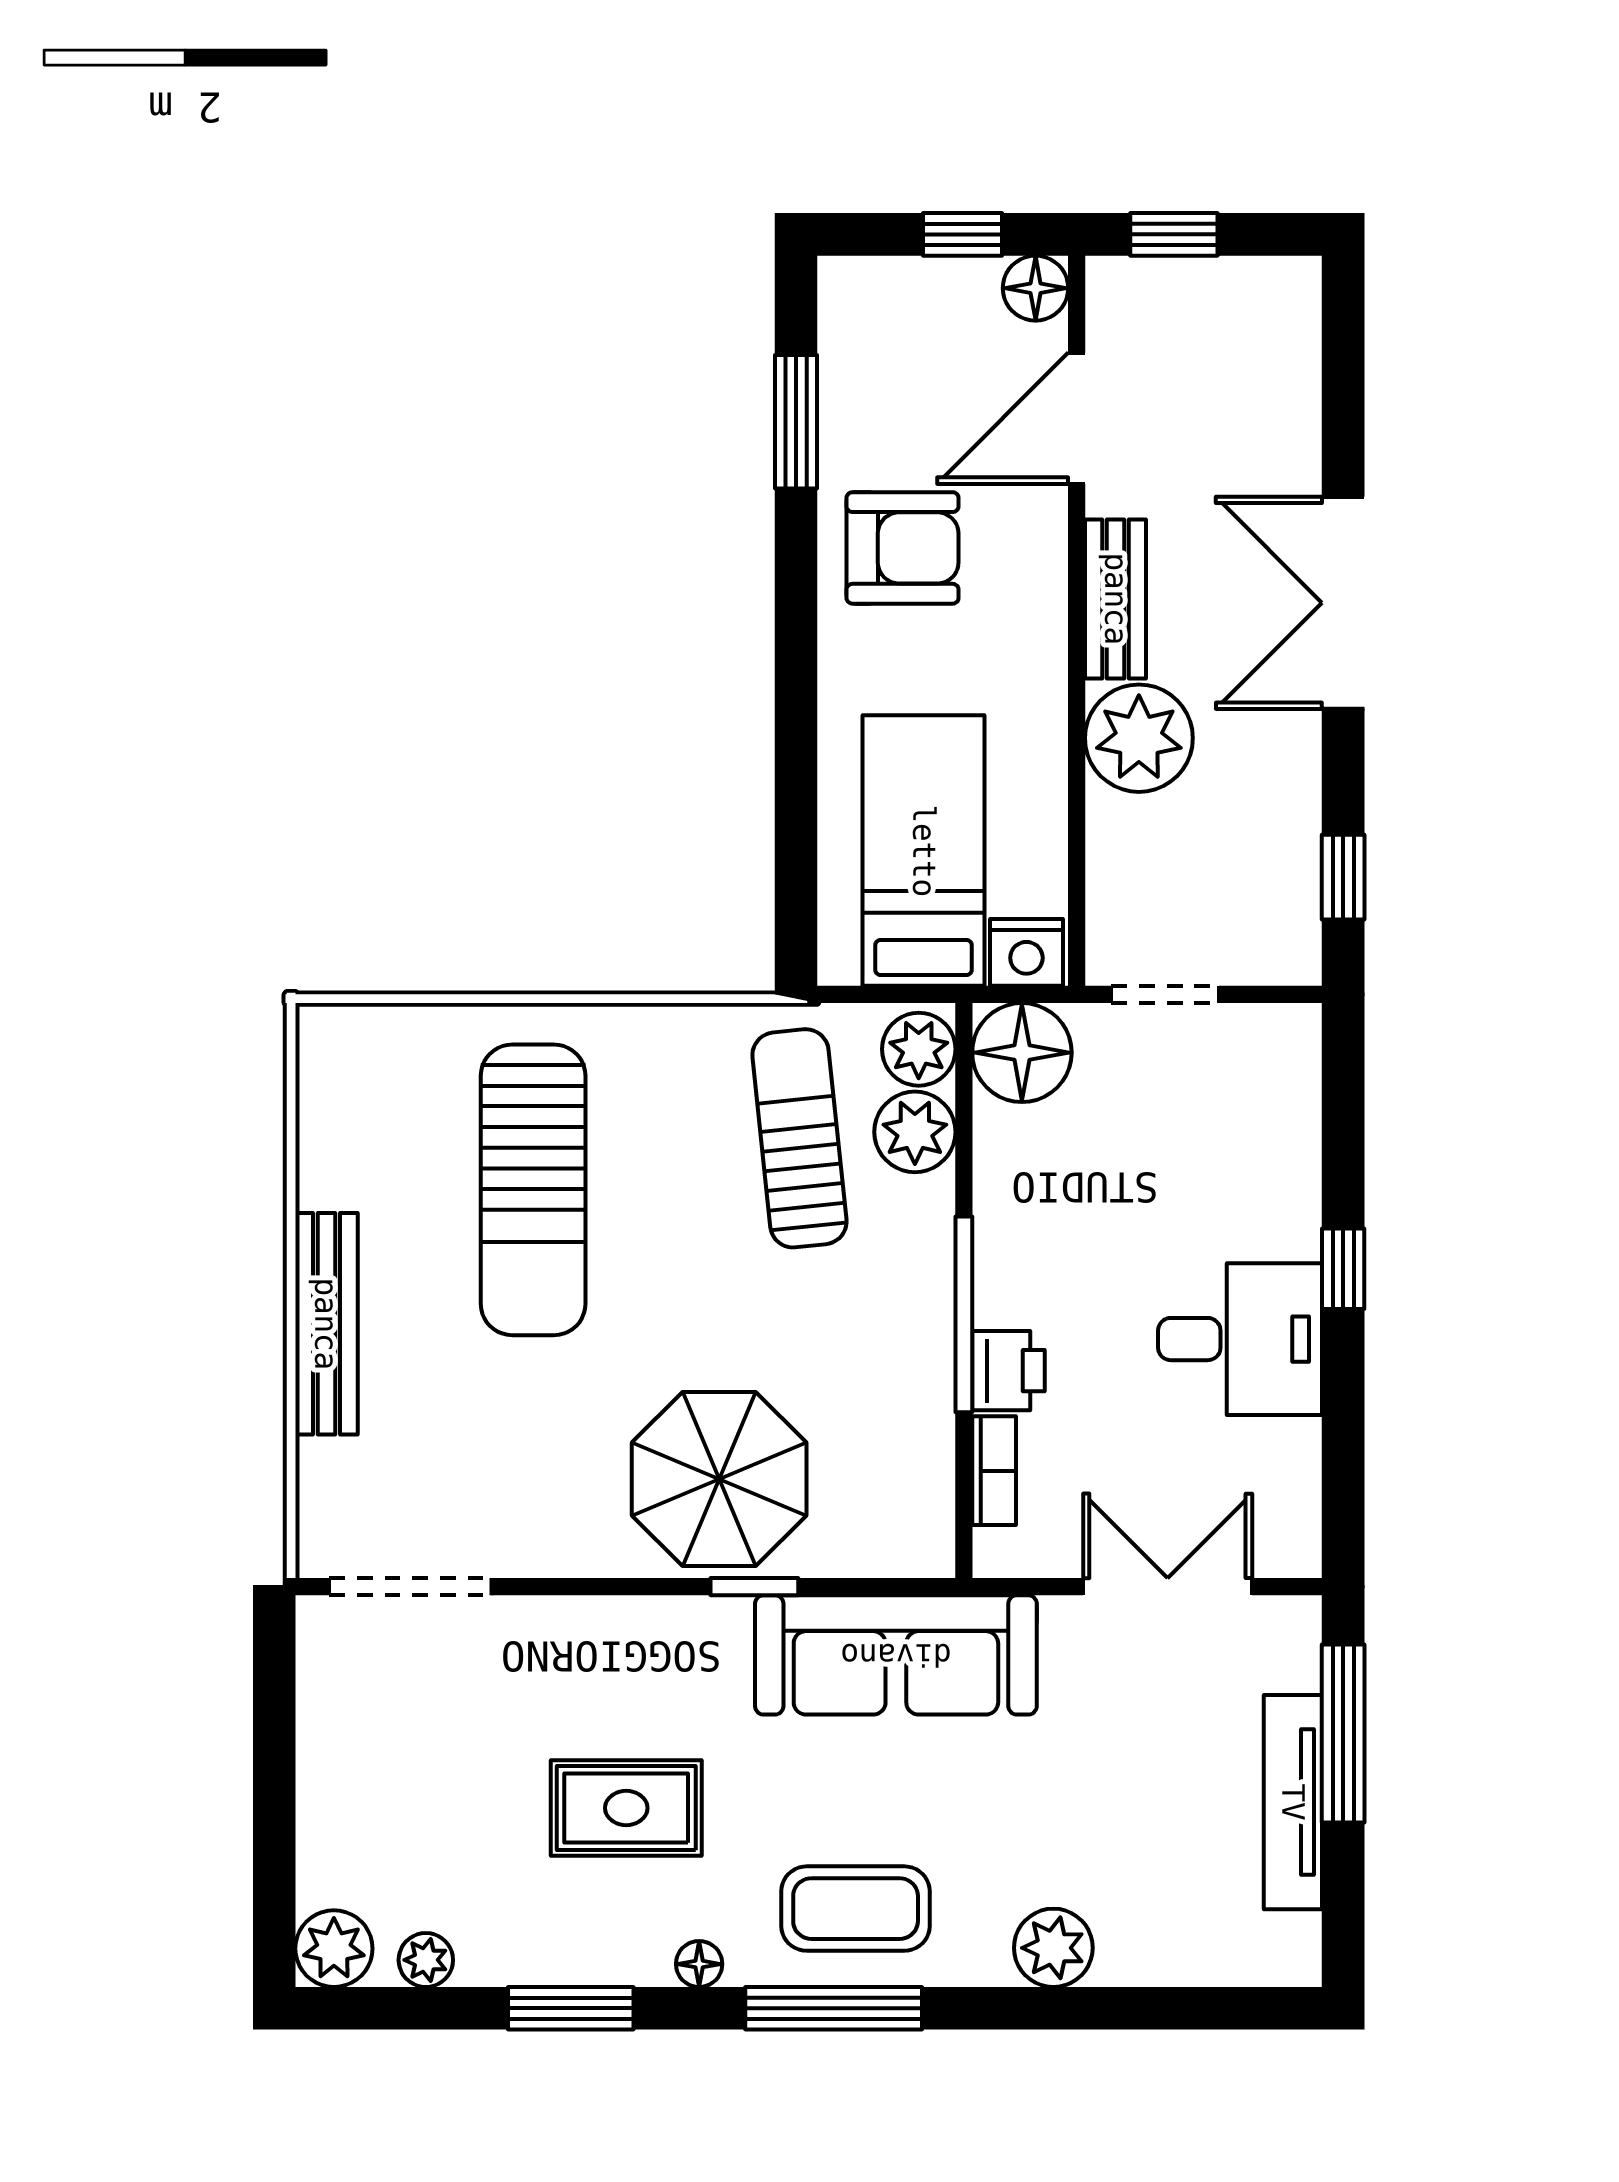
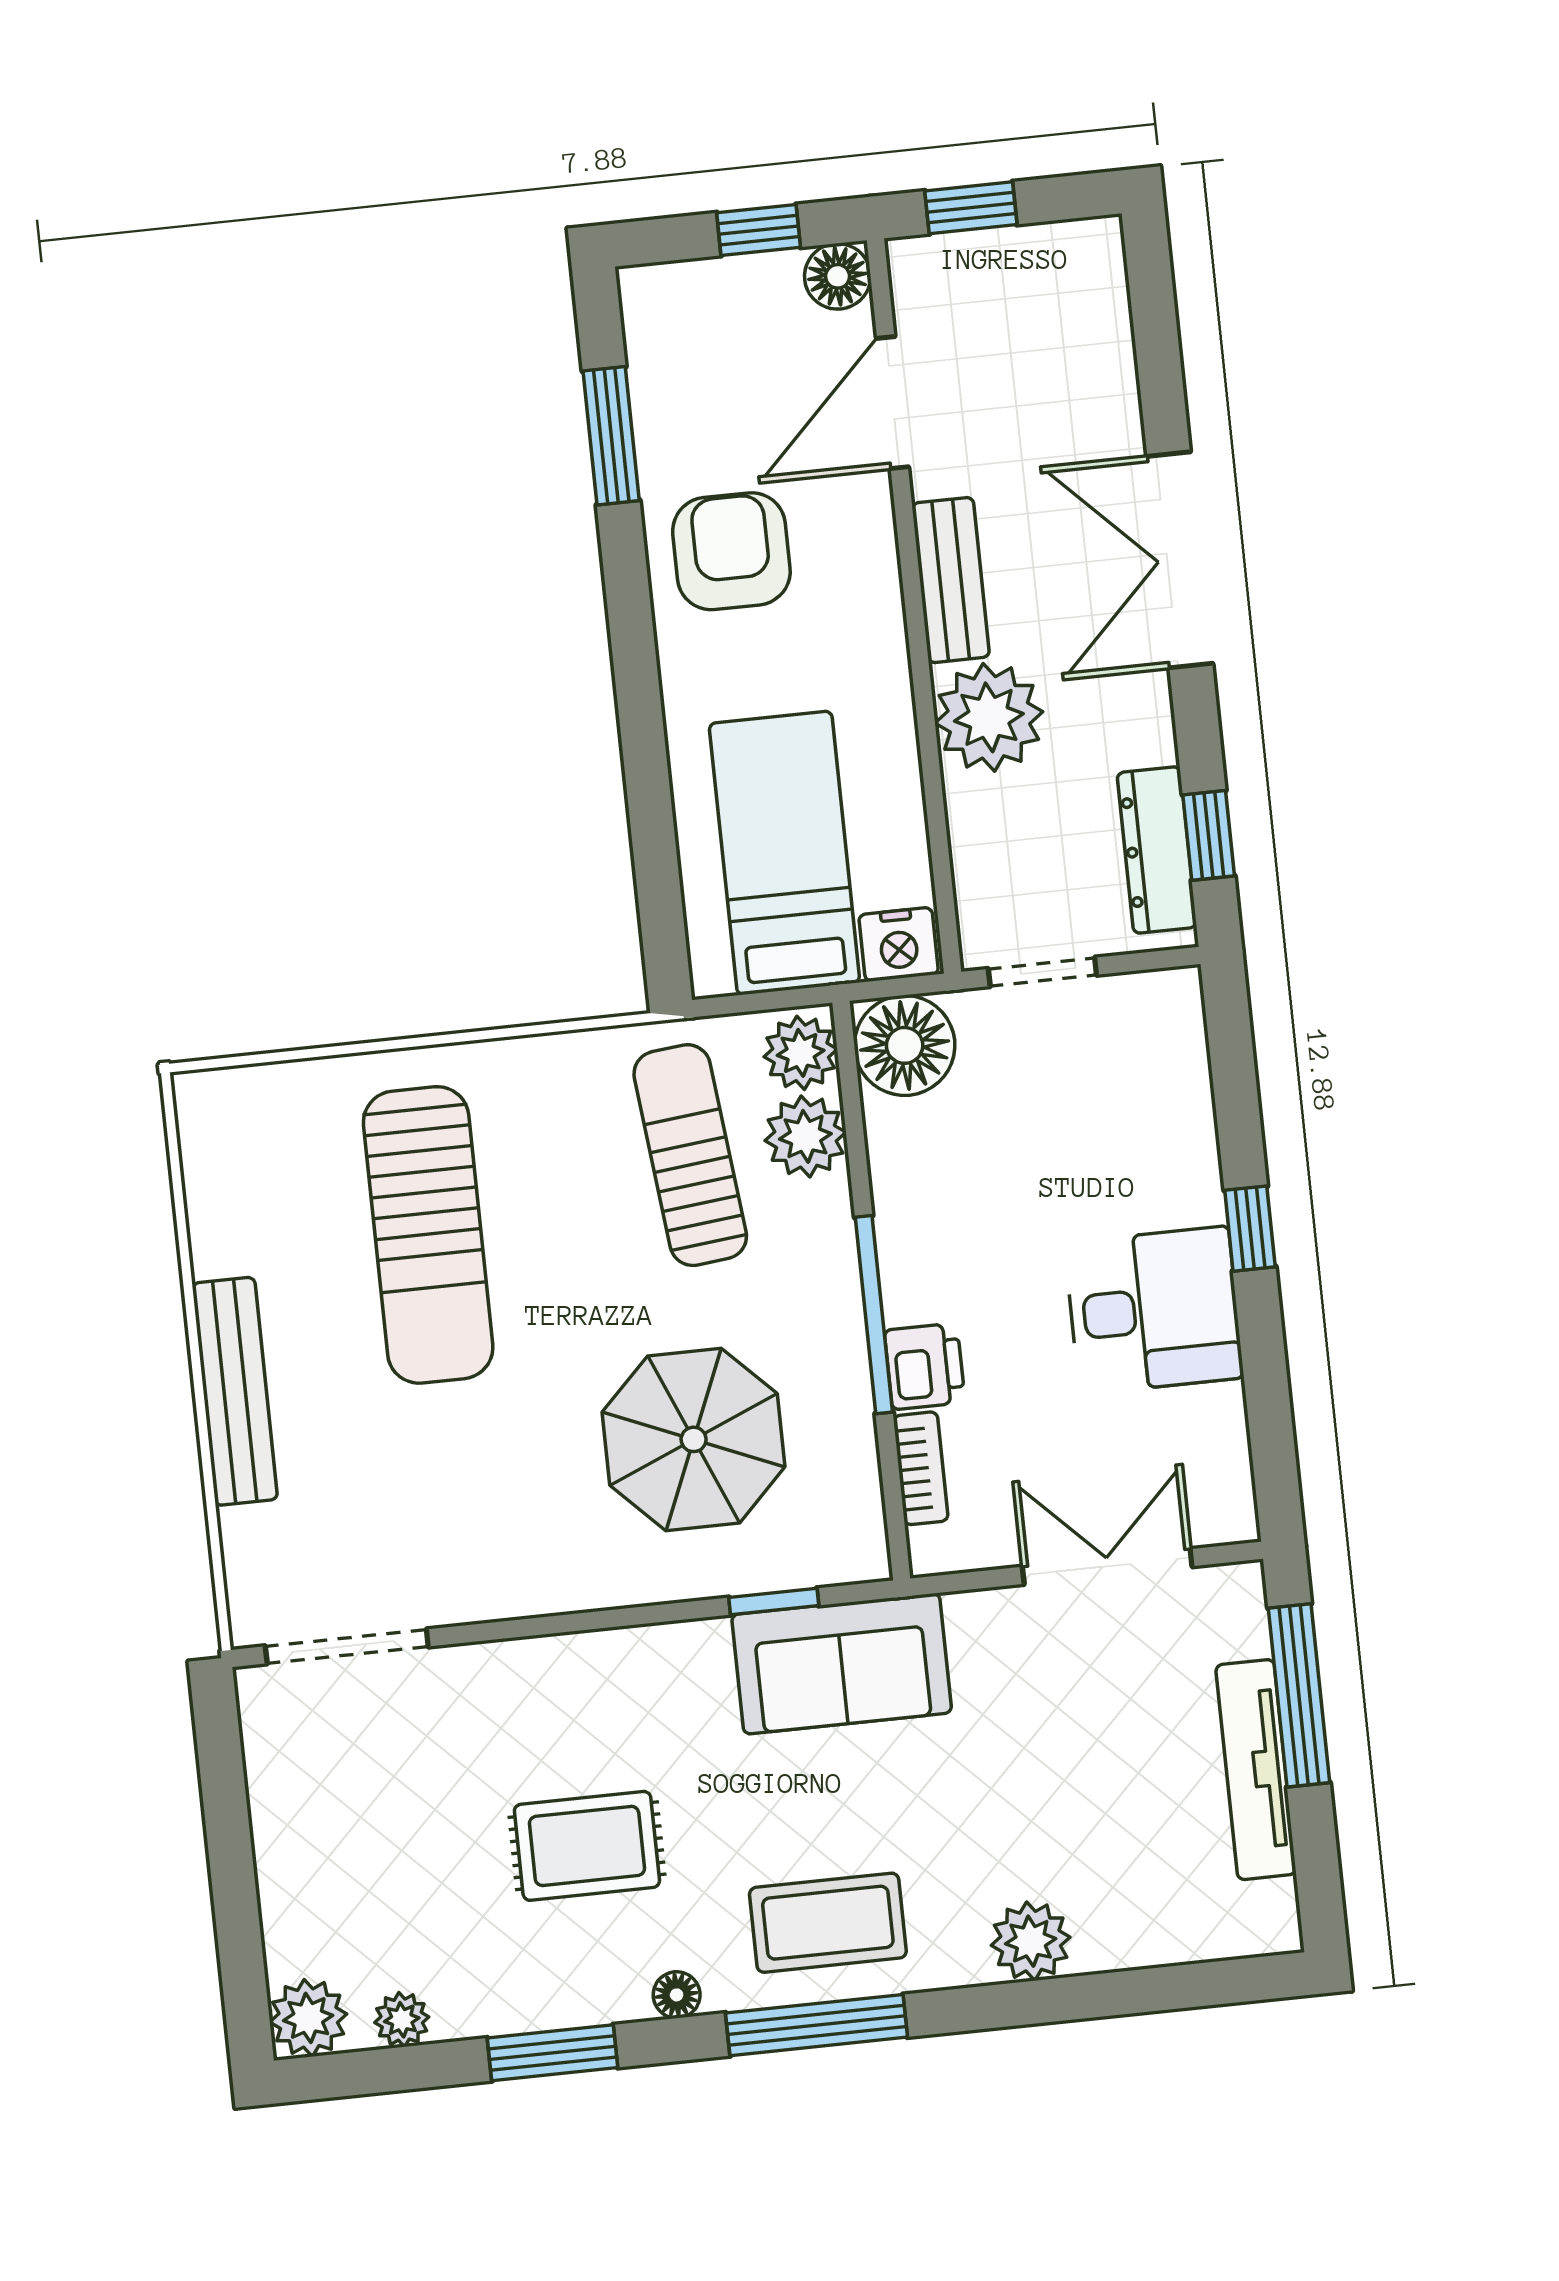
armchair: (903, 548) -> (731, 551), turned -90
dresser: (1291, 886) -> (1157, 850), added
parasol: (719, 1479) -> (694, 1439), moved
window: (754, 1587) -> (774, 1601), moved
sofa: (896, 1655) -> (842, 1664), width x0.73

